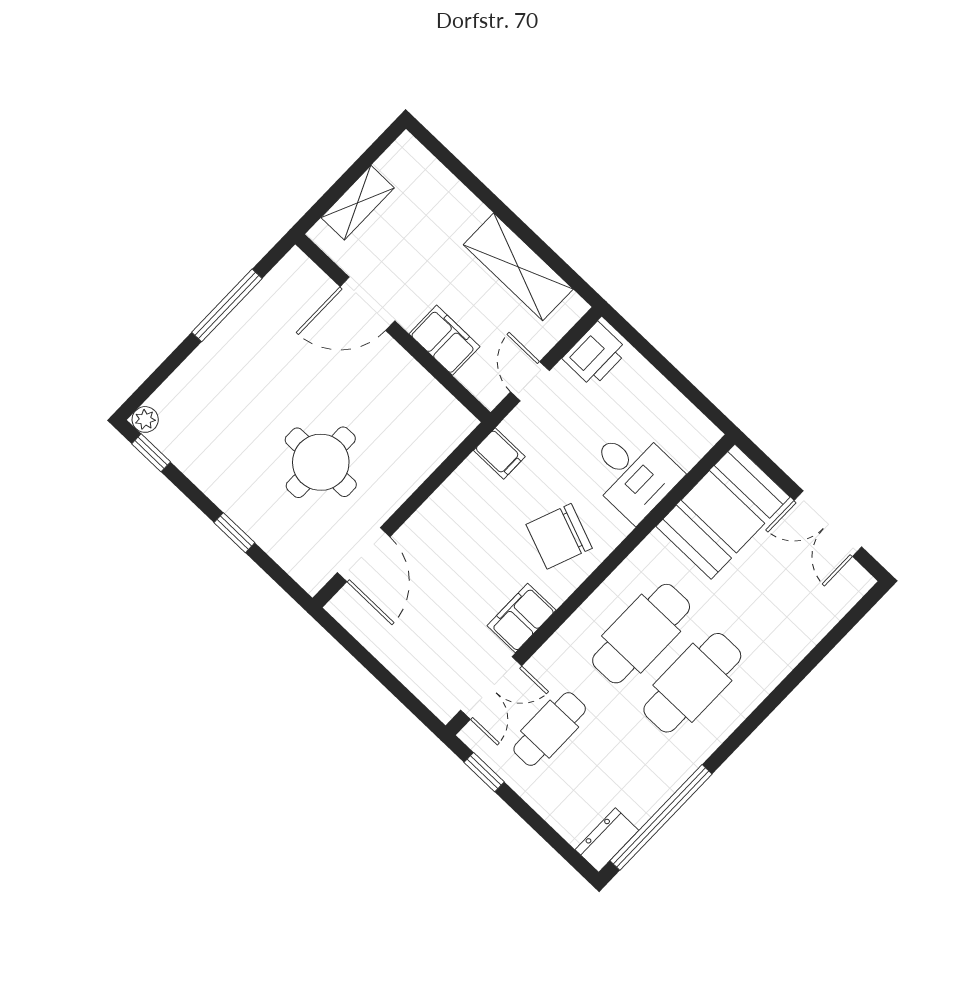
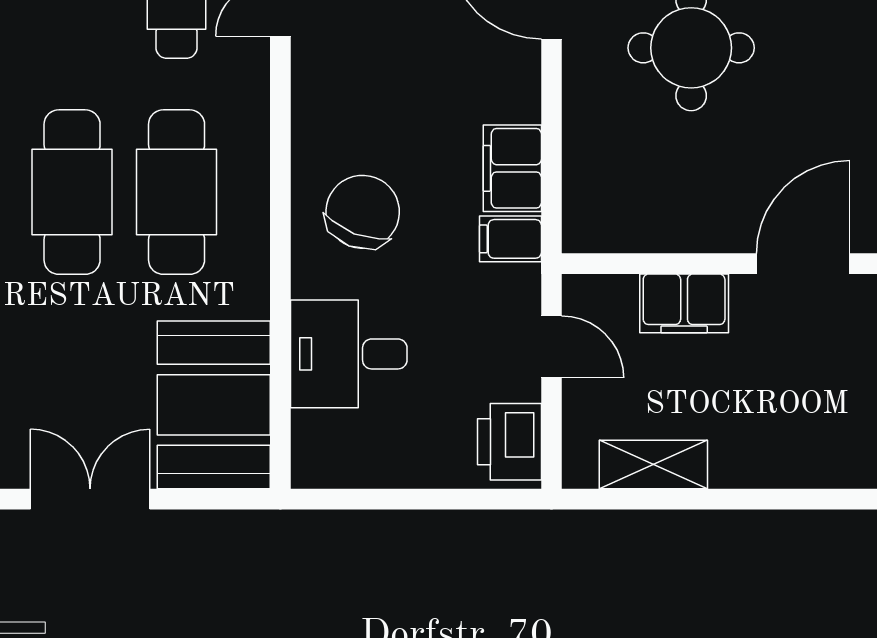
shelving: (518, 267) -> (653, 464), width x0.67, depth x0.75
filing cabinet: (521, 618) -> (512, 168), moved, turned 180

